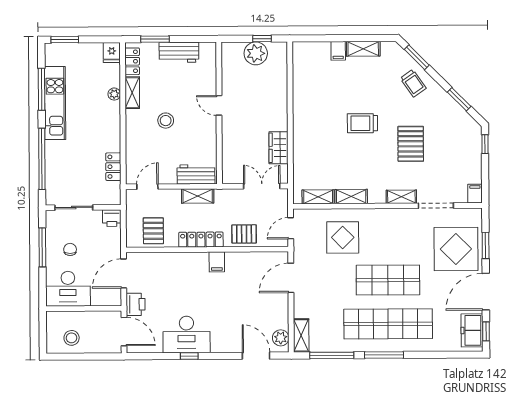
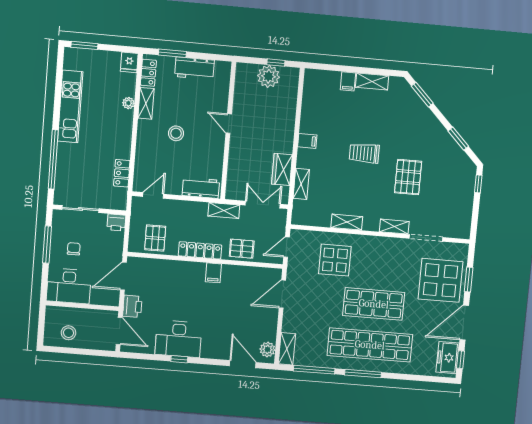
trolley: (413, 83) -> (416, 119), removed
window: (41, 89) -> (58, 92), removed
filing cabinet: (475, 194) -> (307, 141), moved, turned 90
shelving: (198, 196) -> (224, 211), moved
shelving: (318, 197) -> (301, 184), moved, turned 90

